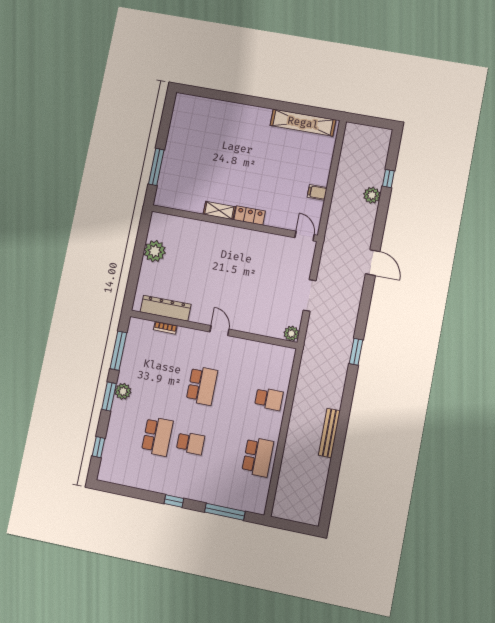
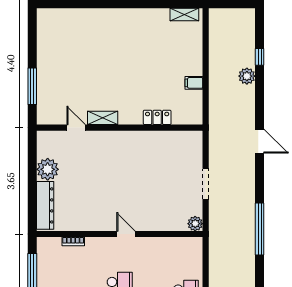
shelving: (303, 123) -> (184, 15), width x0.45, depth x0.75
locker: (250, 216) -> (157, 117), moved
door: (305, 236) -> (76, 128), moved
dresser: (166, 308) -> (45, 205), moved, turned 90
window: (356, 352) -> (260, 229), width x2.11

